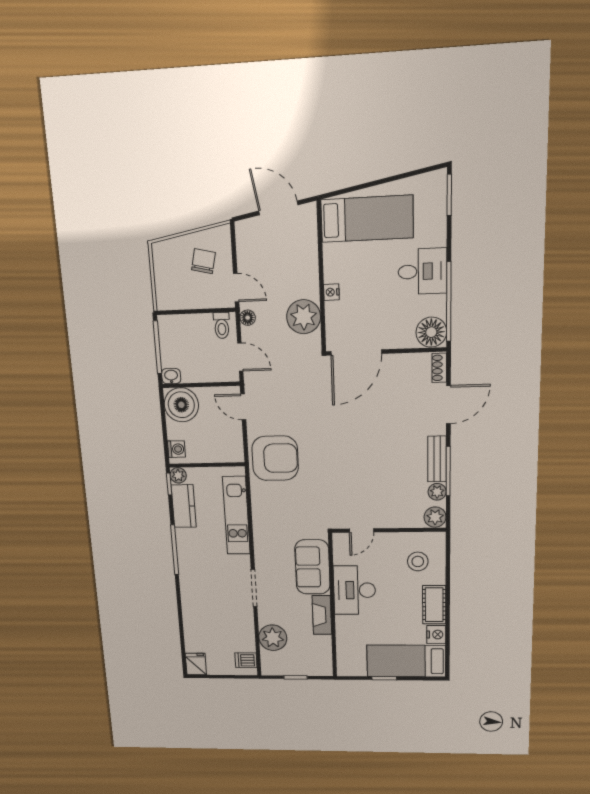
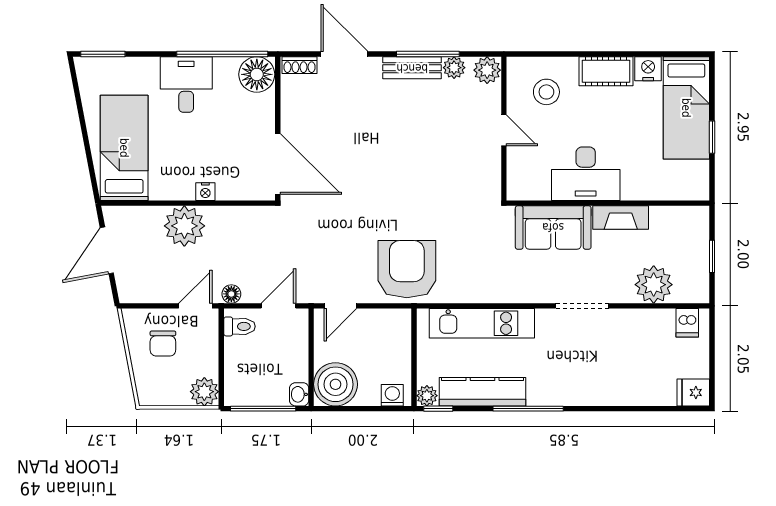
chair: (203, 261) -> (163, 344), turned -103
plant: (167, 298) -> (204, 392), added
plant: (304, 317) -> (184, 226), moved
kitchen counter: (184, 506) -> (483, 392), width x1.50
door: (362, 530) -> (504, 130), moved

